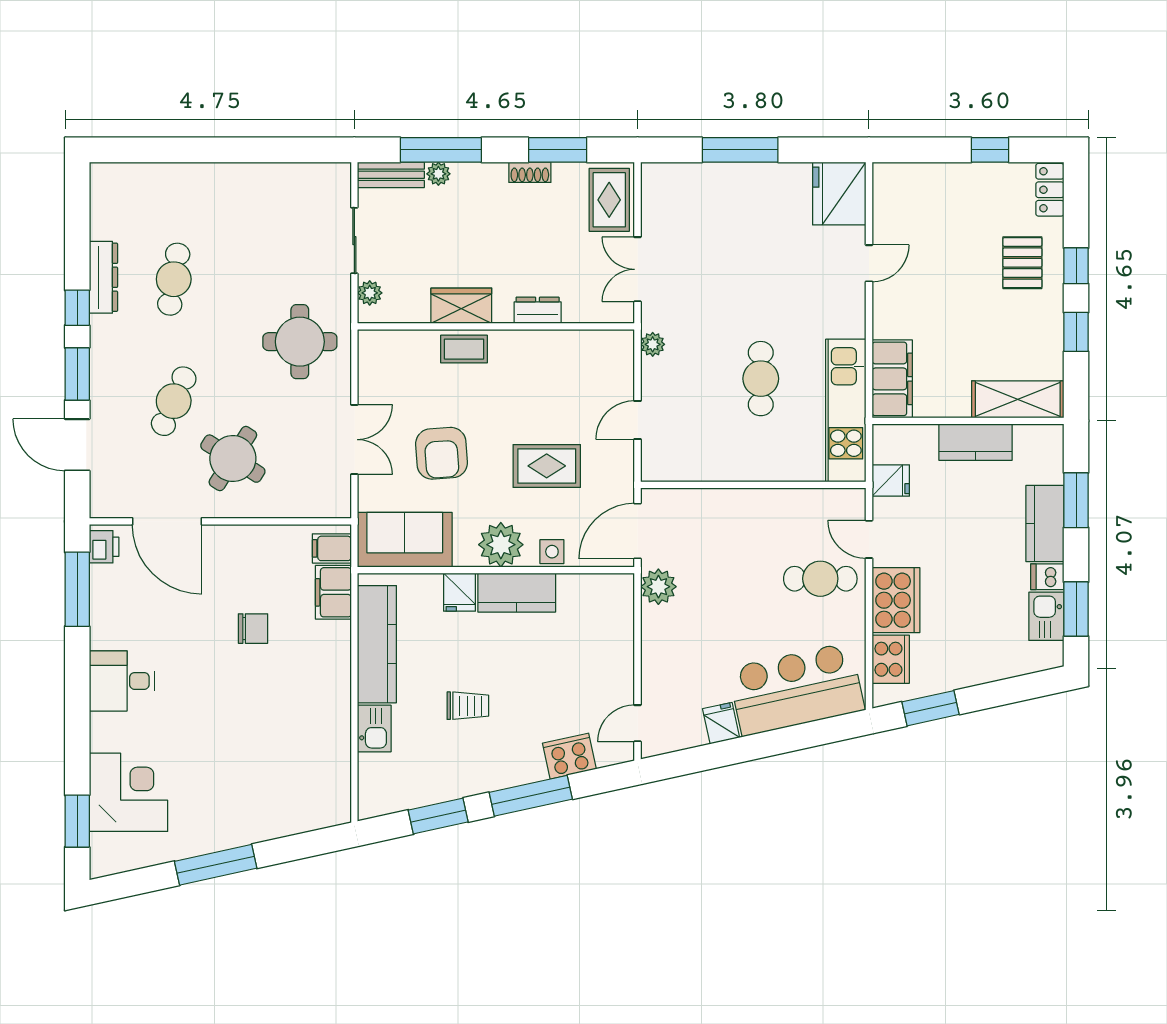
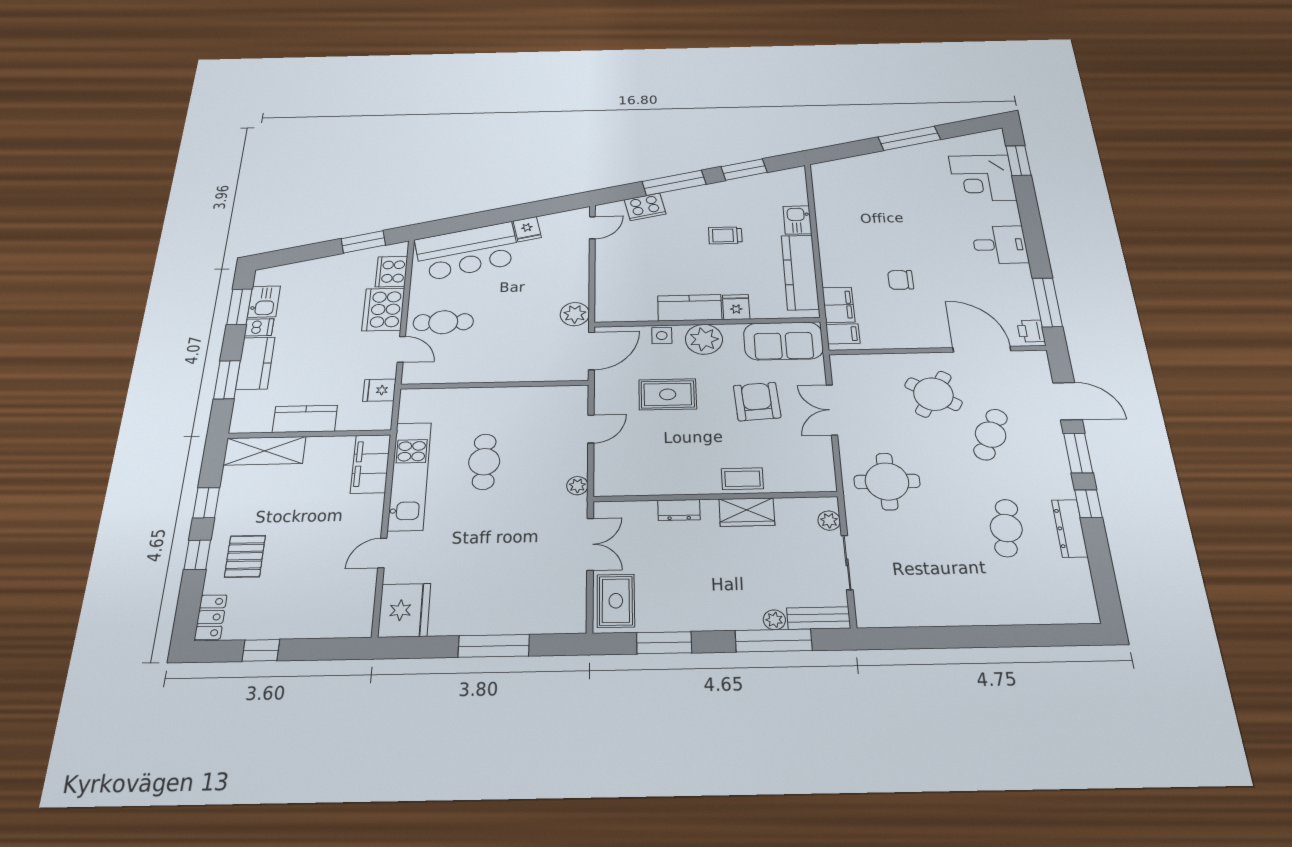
shoe rack: (530, 172) -> (690, 623), removed
kitchen unit: (846, 410) -> (410, 476), moved

